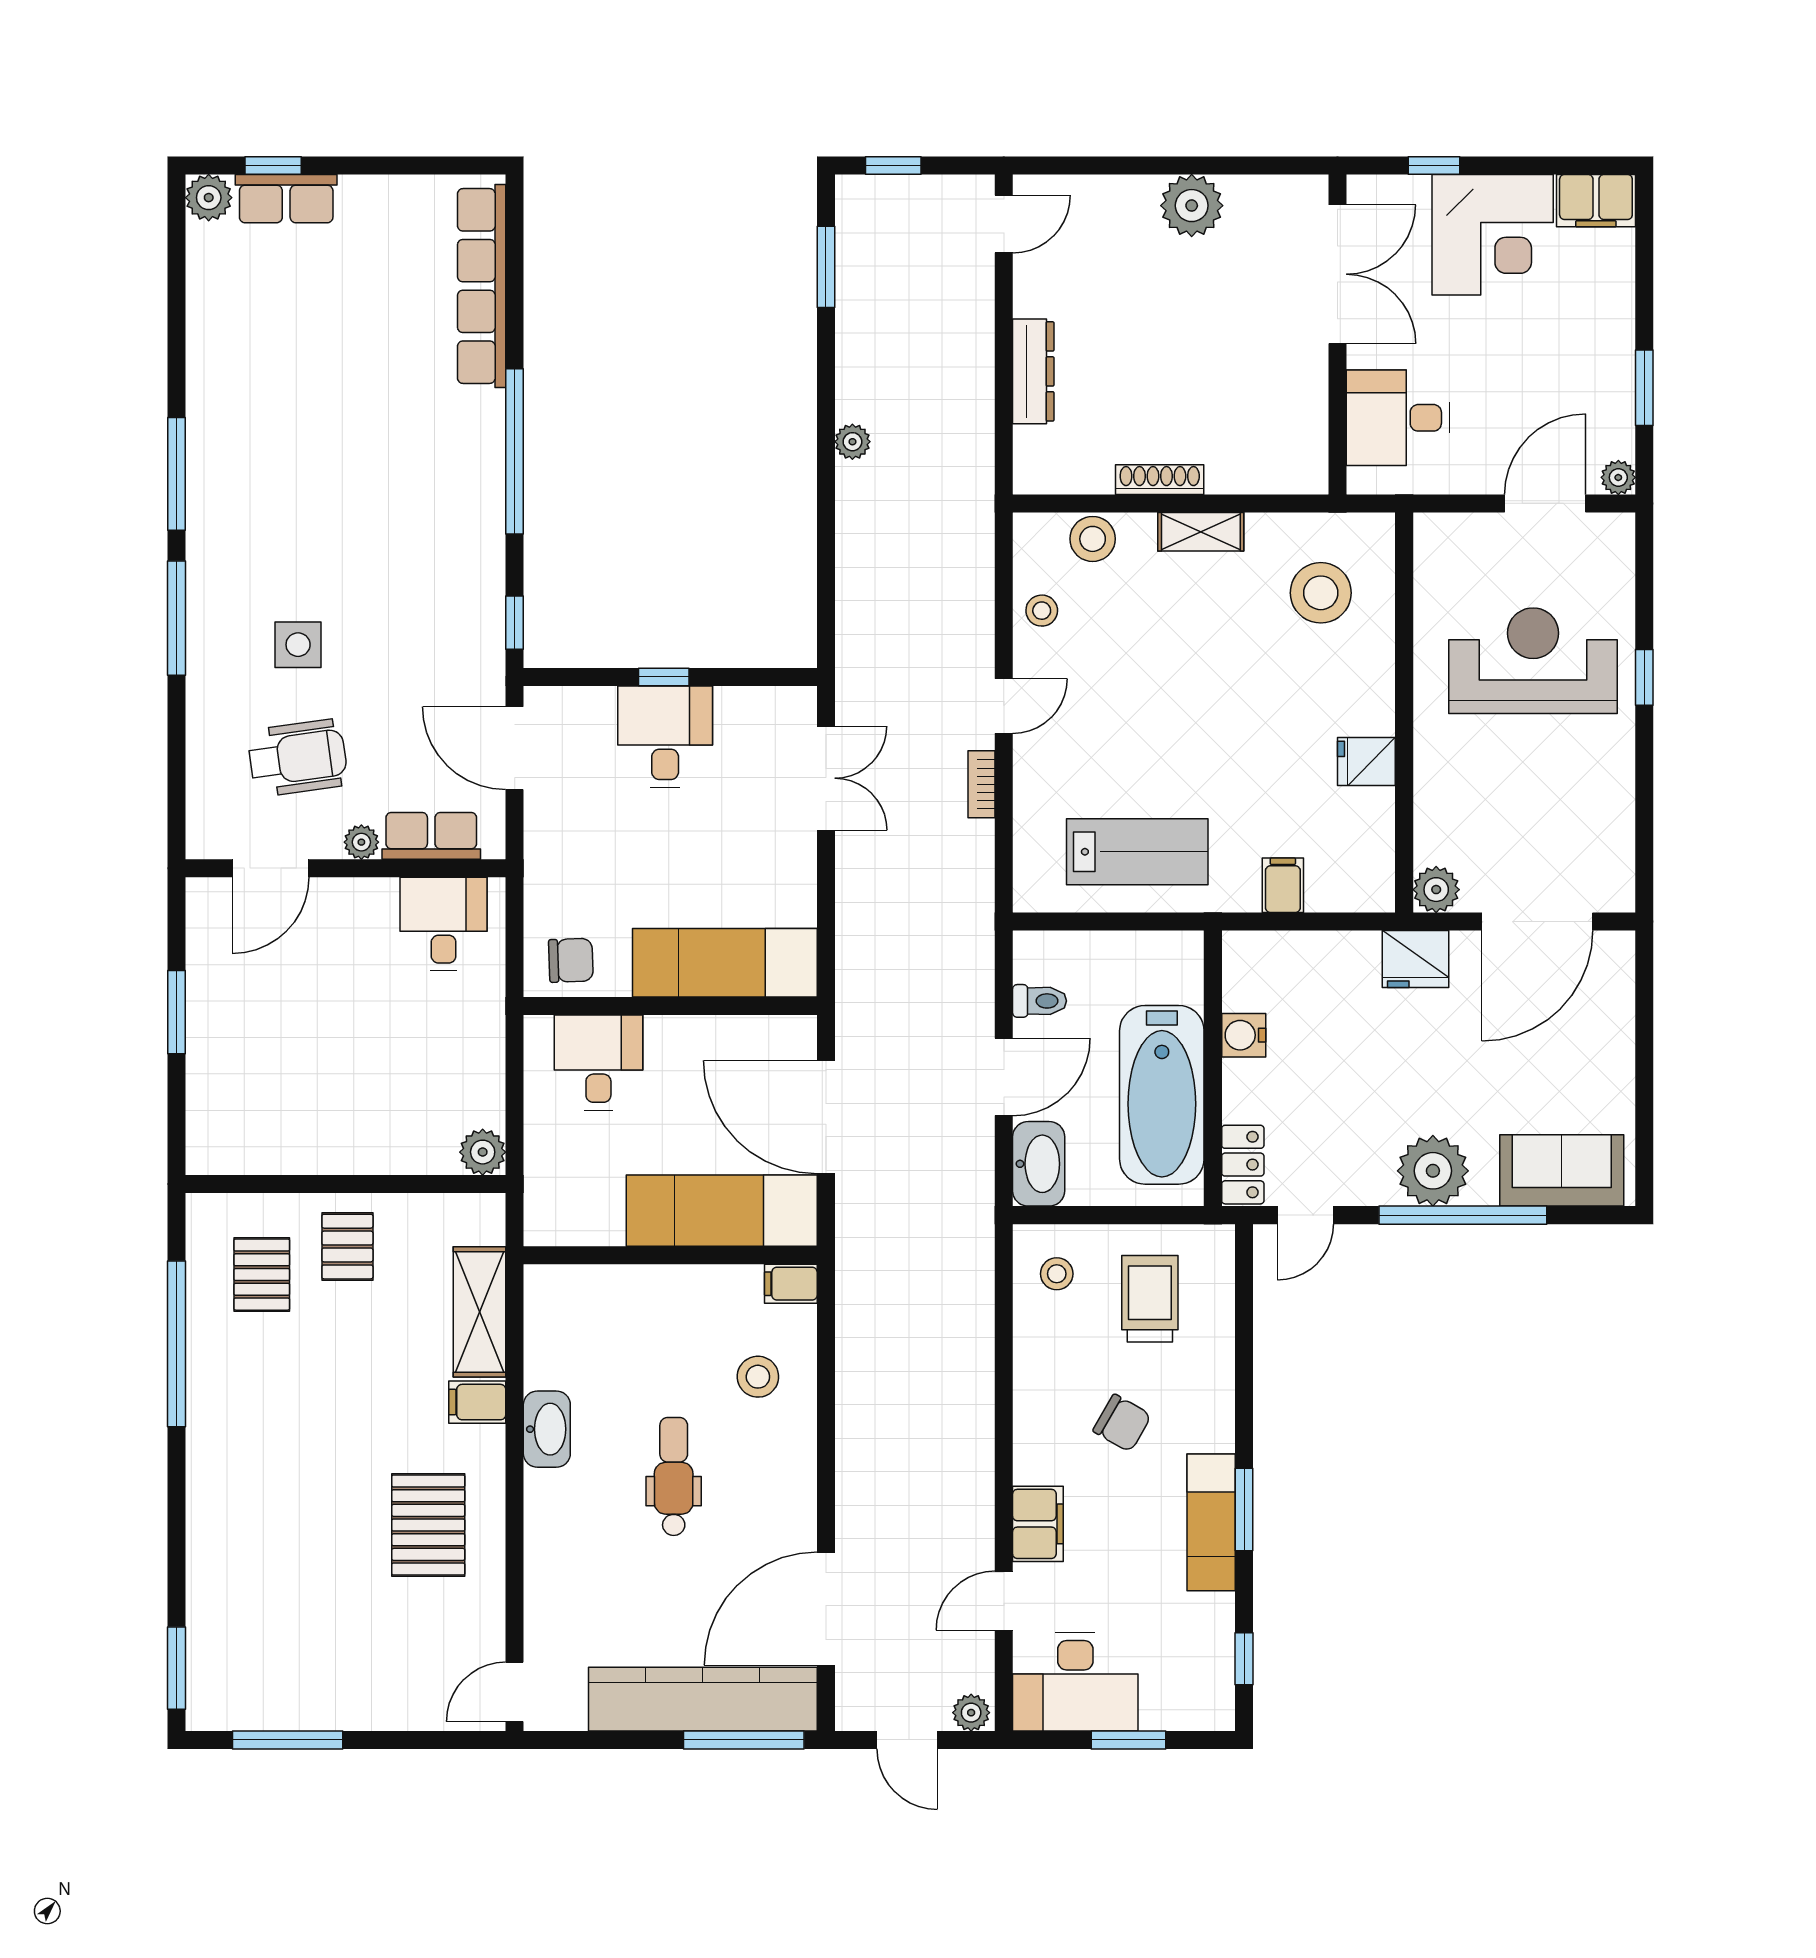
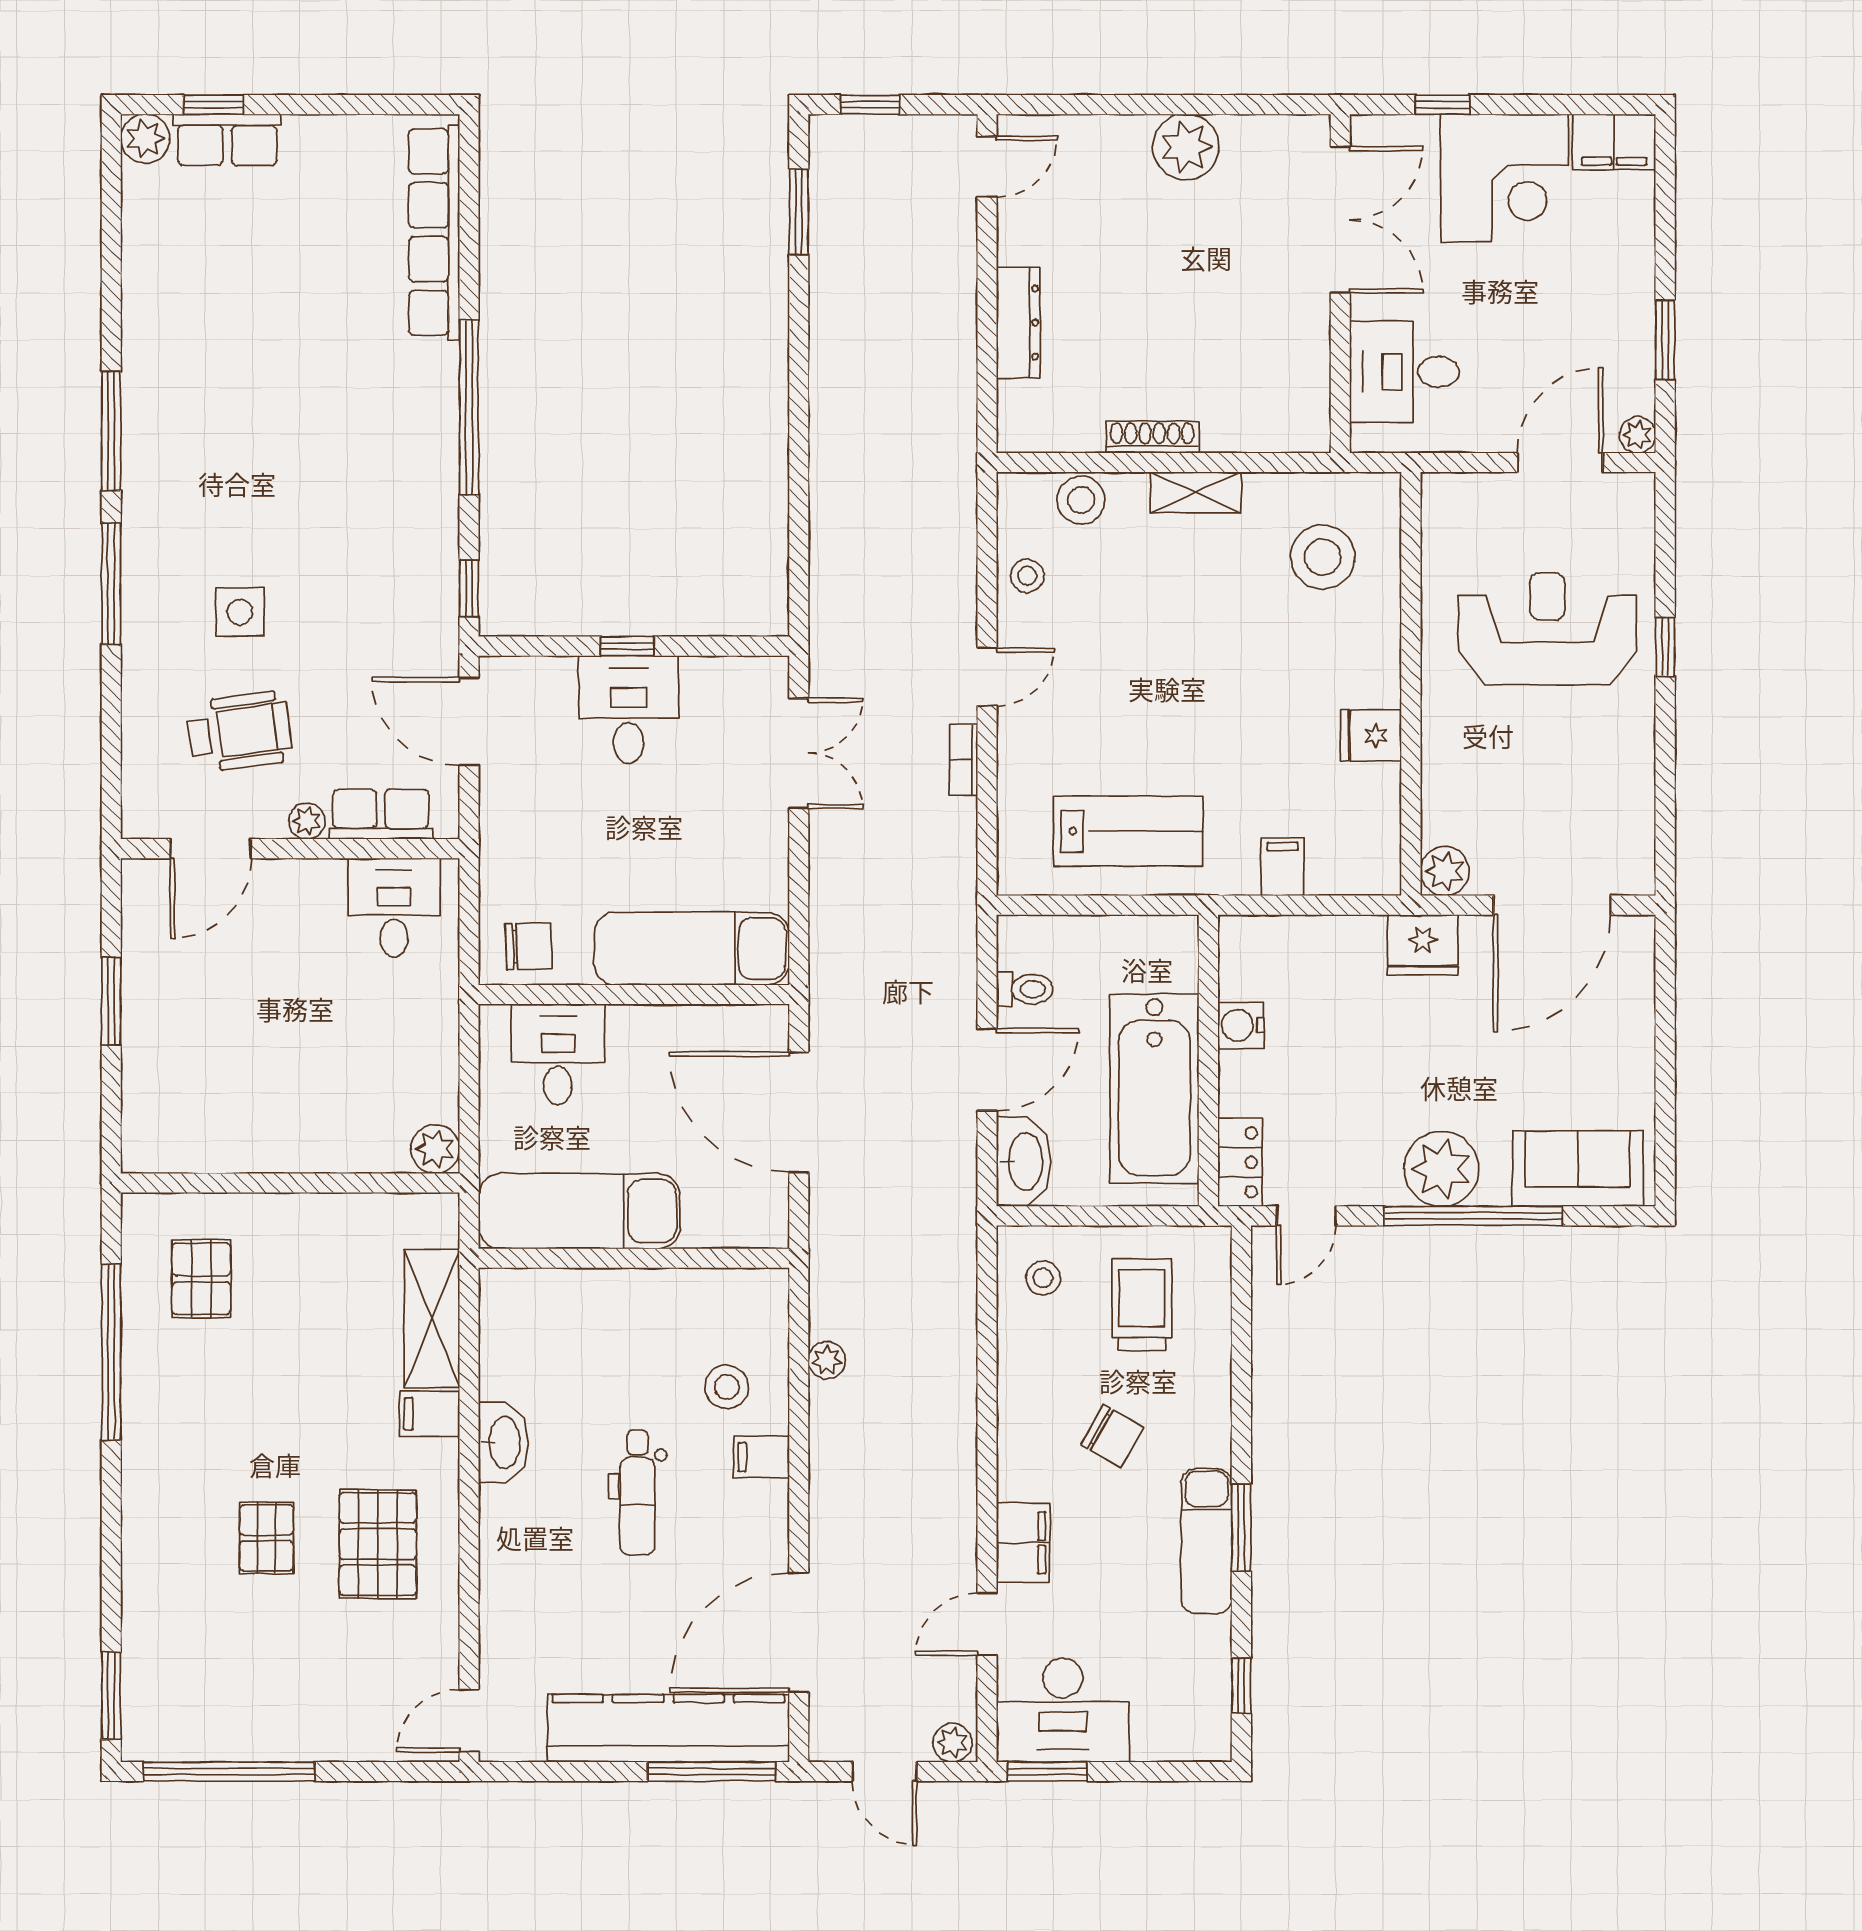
plant: (852, 442) -> (827, 1360), moved
exam couch: (722, 1211) -> (579, 1211), moved
pallet: (347, 1247) -> (266, 1538), moved
filing cabinet: (791, 1284) -> (762, 1457), moved
dental chair: (674, 1476) -> (637, 1493), turned 180
window: (288, 1740) -> (229, 1772), width x1.46
window: (1128, 1740) -> (1047, 1772), moved

